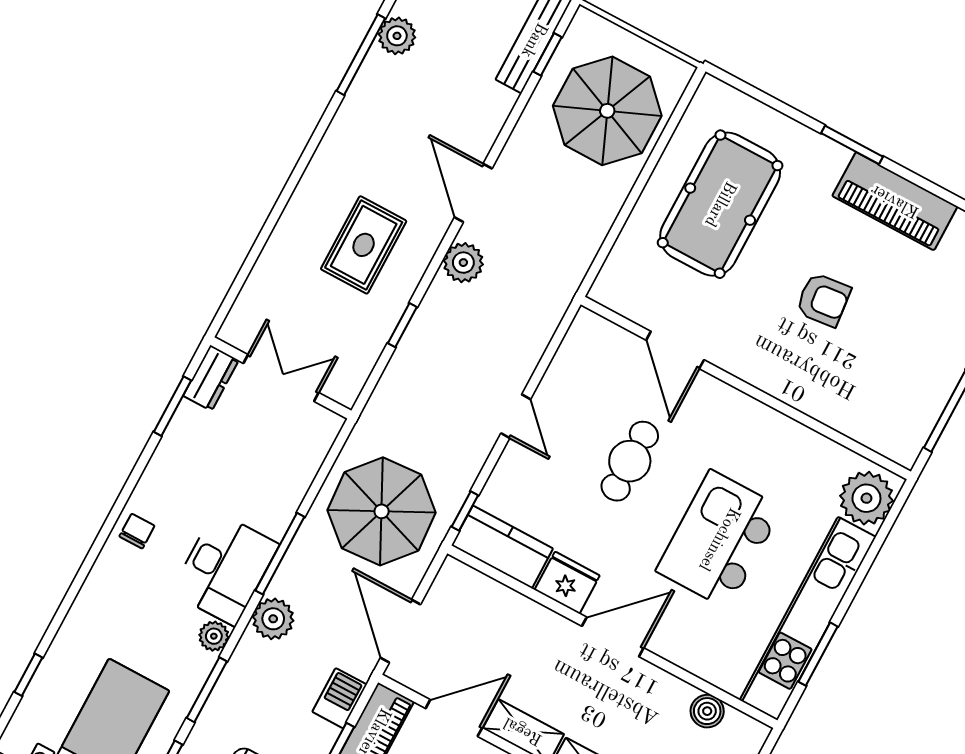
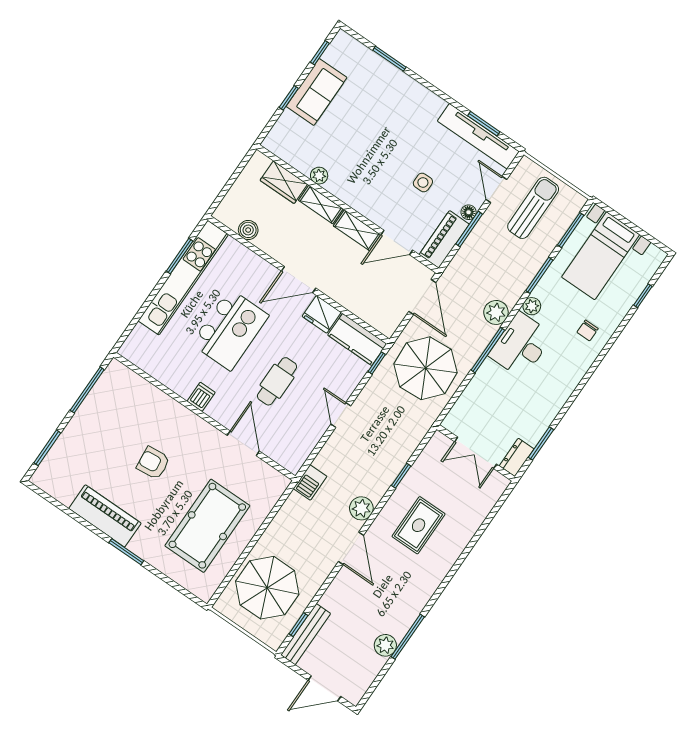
dishwasher: (755, 421) -> (201, 397), added
plant: (866, 498) -> (141, 344), removed
chair: (137, 531) -> (588, 330), moved
barbecue: (340, 698) -> (310, 482), moved

